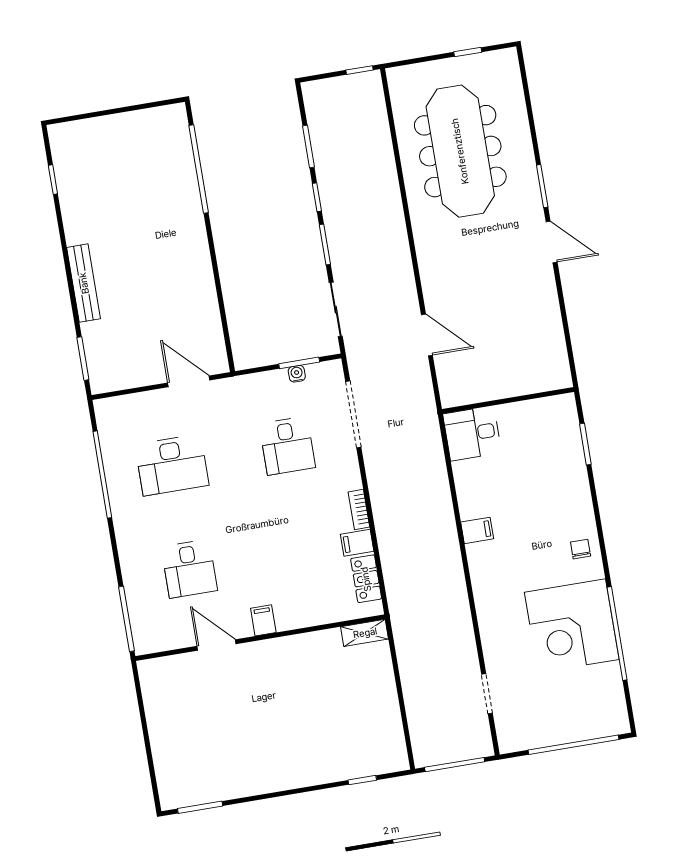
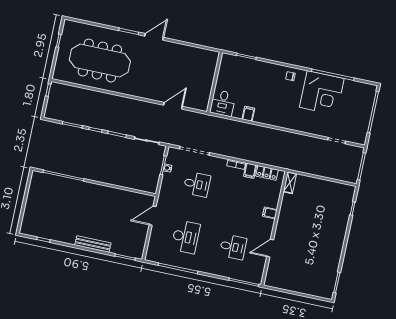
filing cabinet: (477, 530) -> (248, 114), moved
filing cabinet: (263, 620) -> (270, 213), moved

